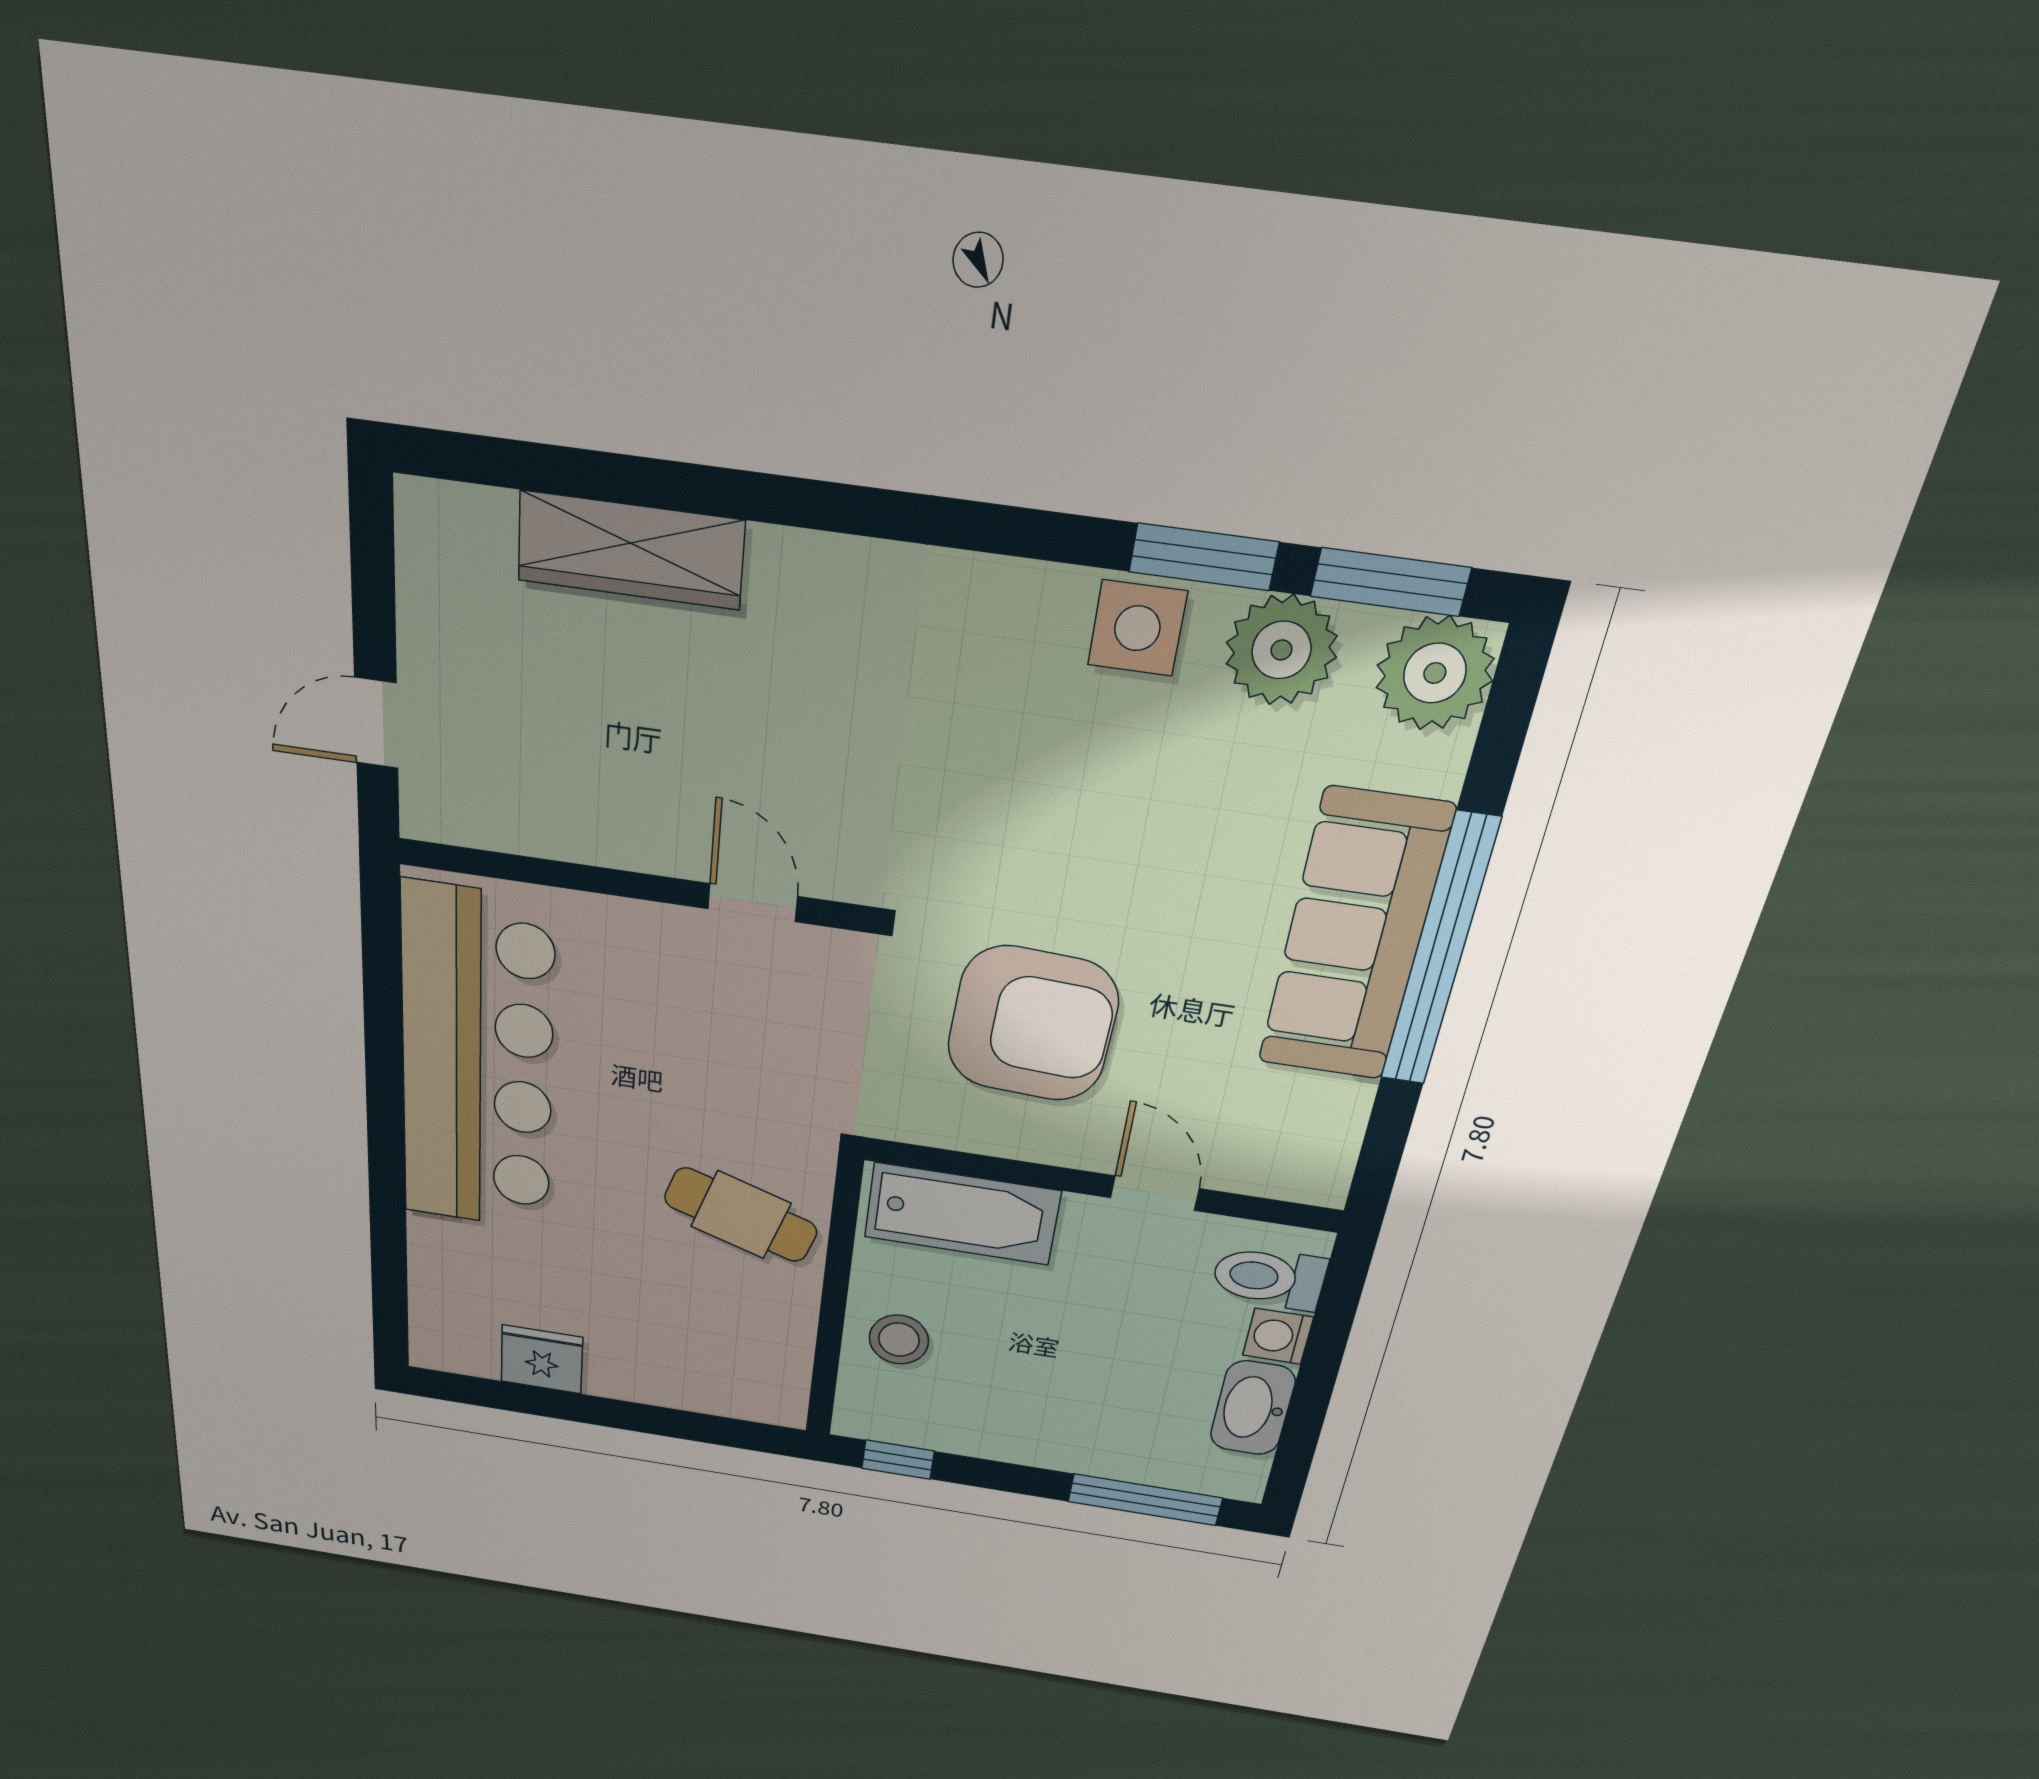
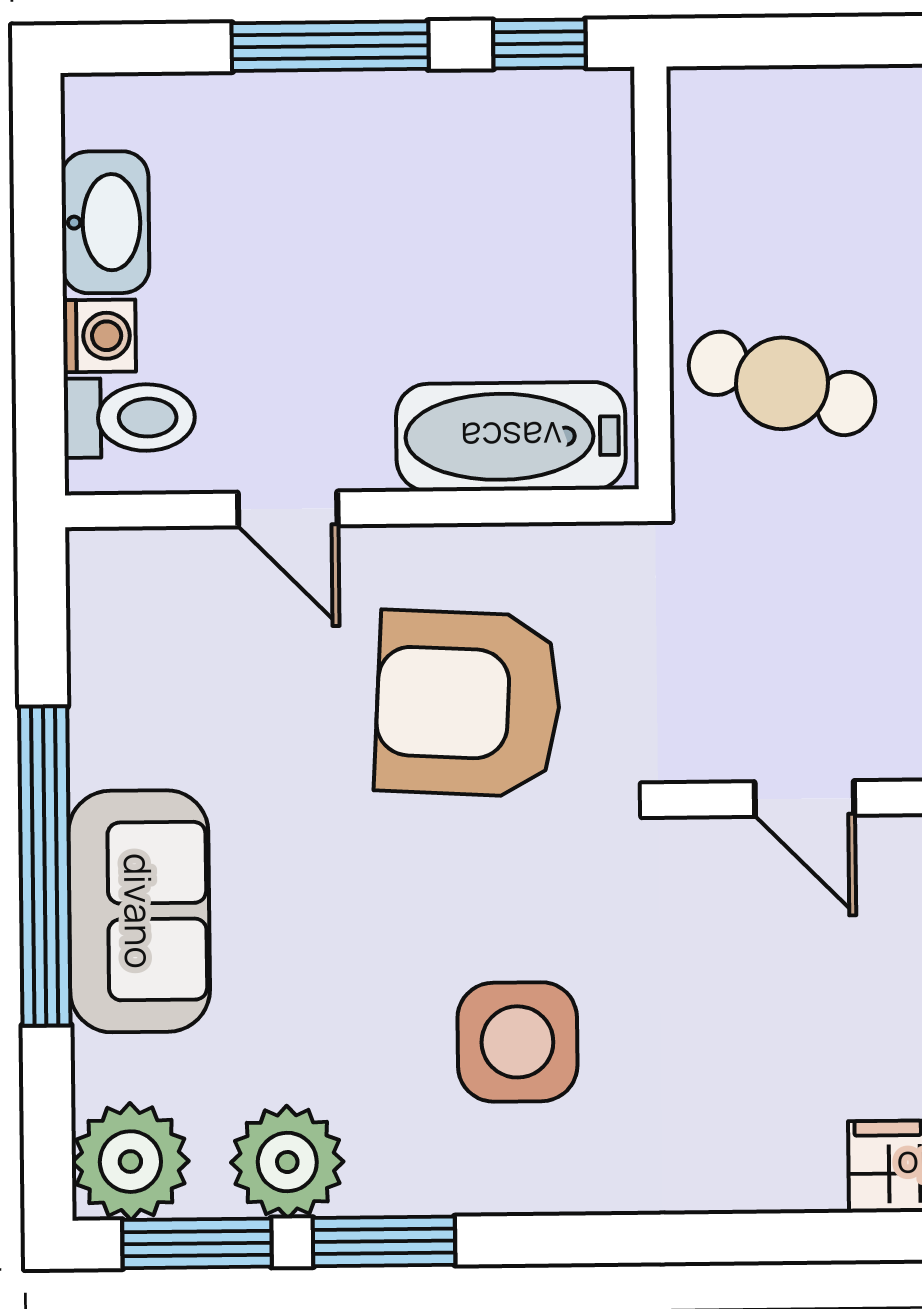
side table: (1137, 628) -> (517, 1042), moved, width x1.37, depth x1.37
sofa: (1354, 937) -> (139, 911), width x0.73
stool: (899, 1340) -> (563, 236), removed
window: (1145, 1500) -> (330, 46), moved

